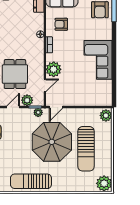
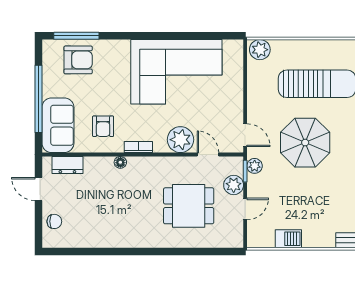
corner sofa: (98, 60) -> (176, 72), width x1.36, depth x1.36
door: (13, 107) -> (245, 209), swing flipped
parasol: (52, 142) -> (305, 143), width x0.73, depth x0.73

